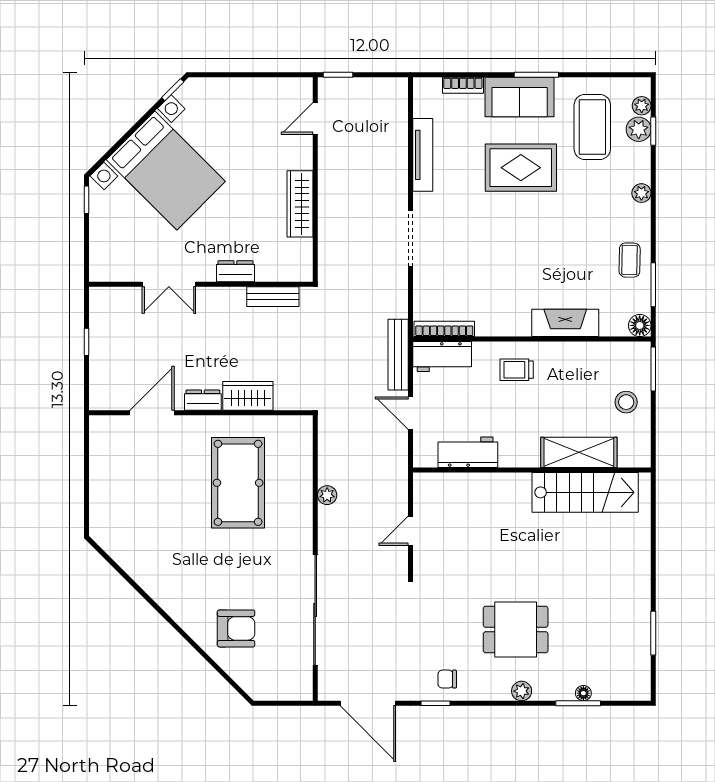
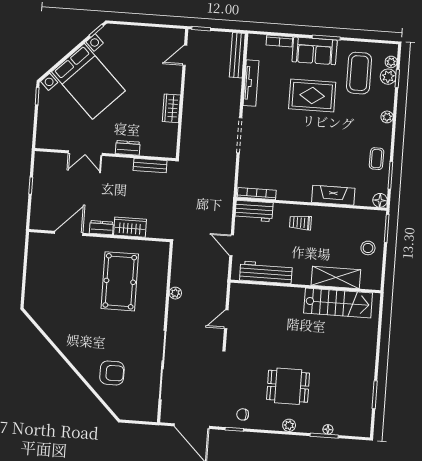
wardrobe: (300, 204) -> (171, 108), width x0.67
bench: (398, 355) -> (237, 55), moved
workbench: (468, 452) -> (266, 272), width x1.38

